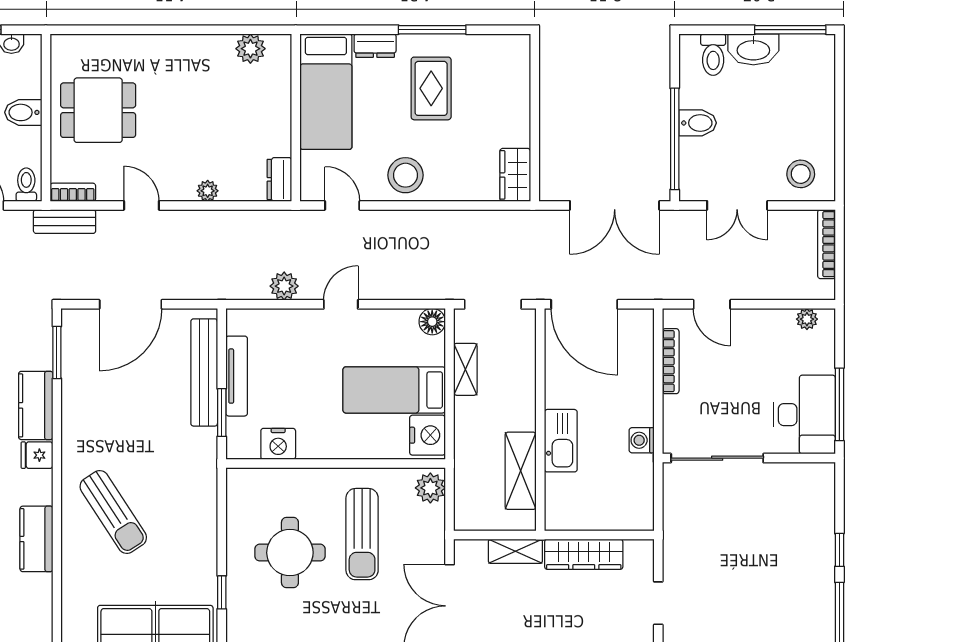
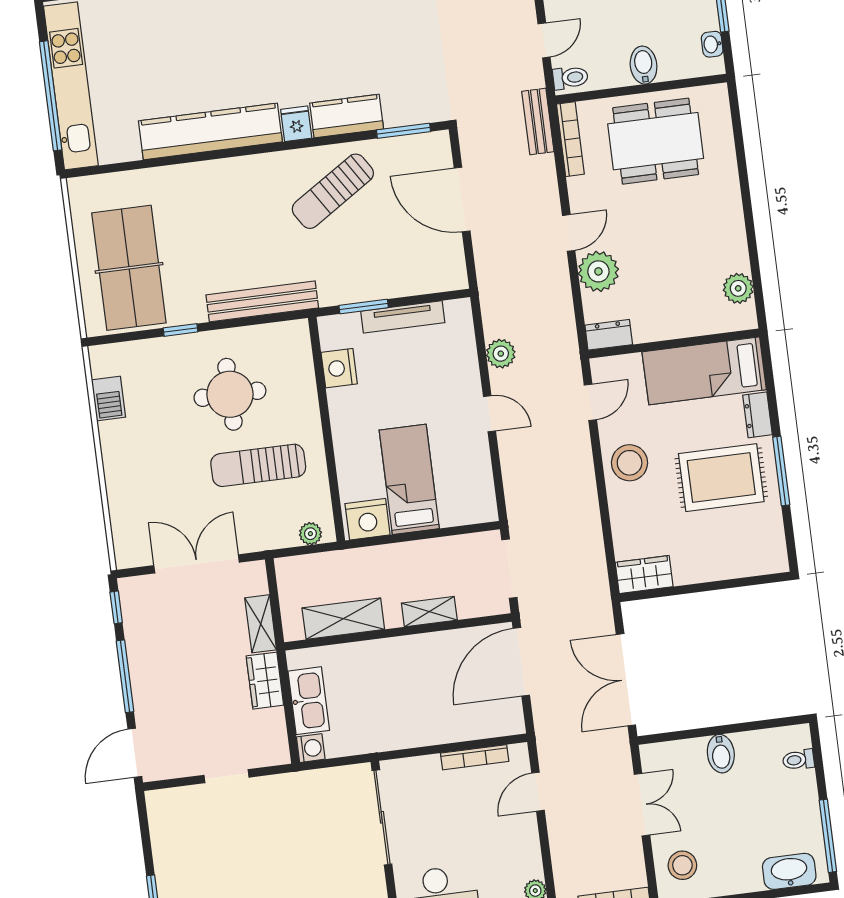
washbasin: (753, 49) -> (789, 871), moved, turned 90
toilet: (713, 55) -> (798, 760), width x0.73, depth x0.72
rug: (431, 88) -> (721, 478), width x1.36, depth x1.43
dining table: (98, 110) -> (656, 141), width x1.38
window: (675, 139) -> (702, 732), removed
plant: (208, 191) -> (598, 271), width x1.88, depth x1.88
bookcase: (73, 192) -> (570, 139), width x1.56
door: (141, 205) -> (569, 233), moved
double door: (737, 205) -> (642, 805), swing flipped
floor lamp: (432, 322) -> (484, 509), removed
shelving: (465, 369) -> (429, 612), moved
bench: (204, 372) -> (262, 301), moved
washing machine: (642, 440) -> (311, 748), moved, turned 90
kitchen sink: (561, 441) -> (309, 701), moved, turned -90
plant: (430, 488) -> (310, 534), width x0.73, depth x0.73
sun lounger: (113, 512) -> (333, 191), moved
kitchen counter: (36, 539) -> (210, 131), width x2.08, depth x1.17
wardrobe: (584, 554) -> (265, 681), width x0.67

